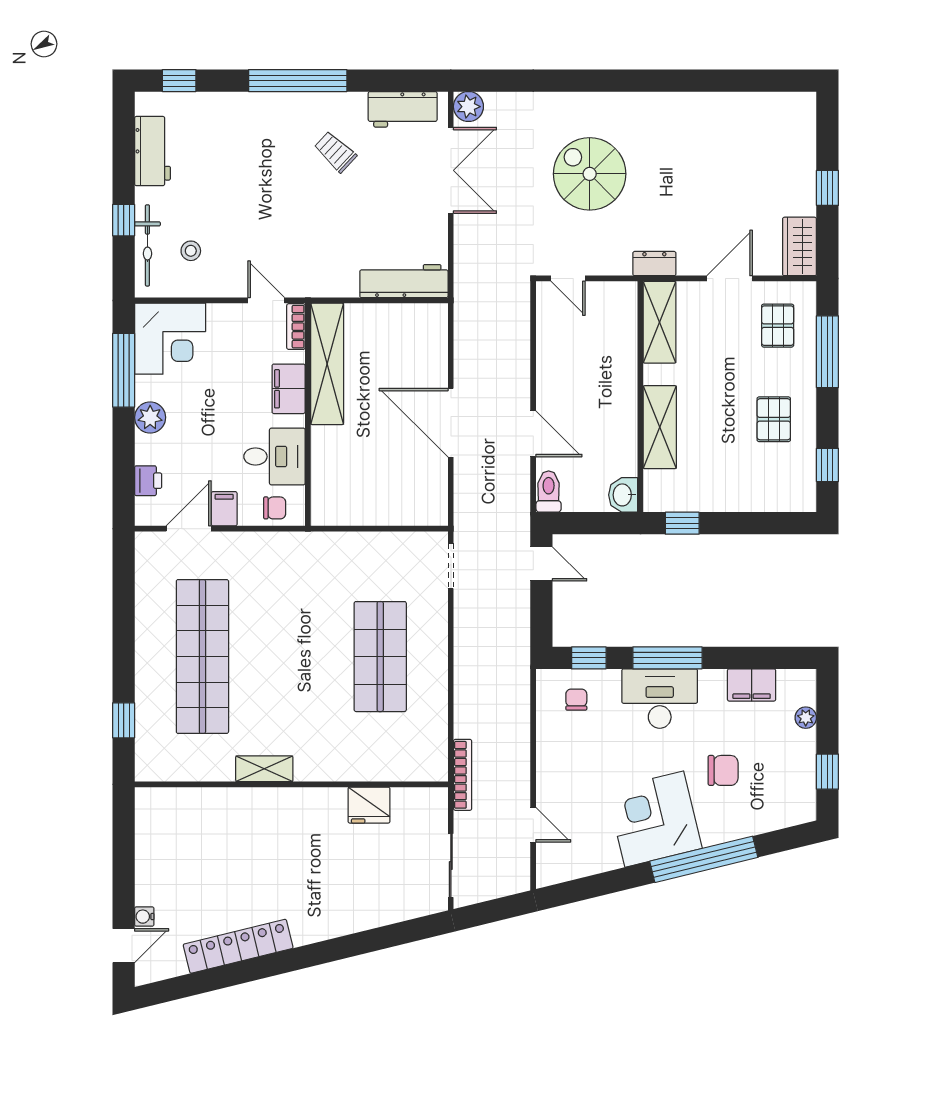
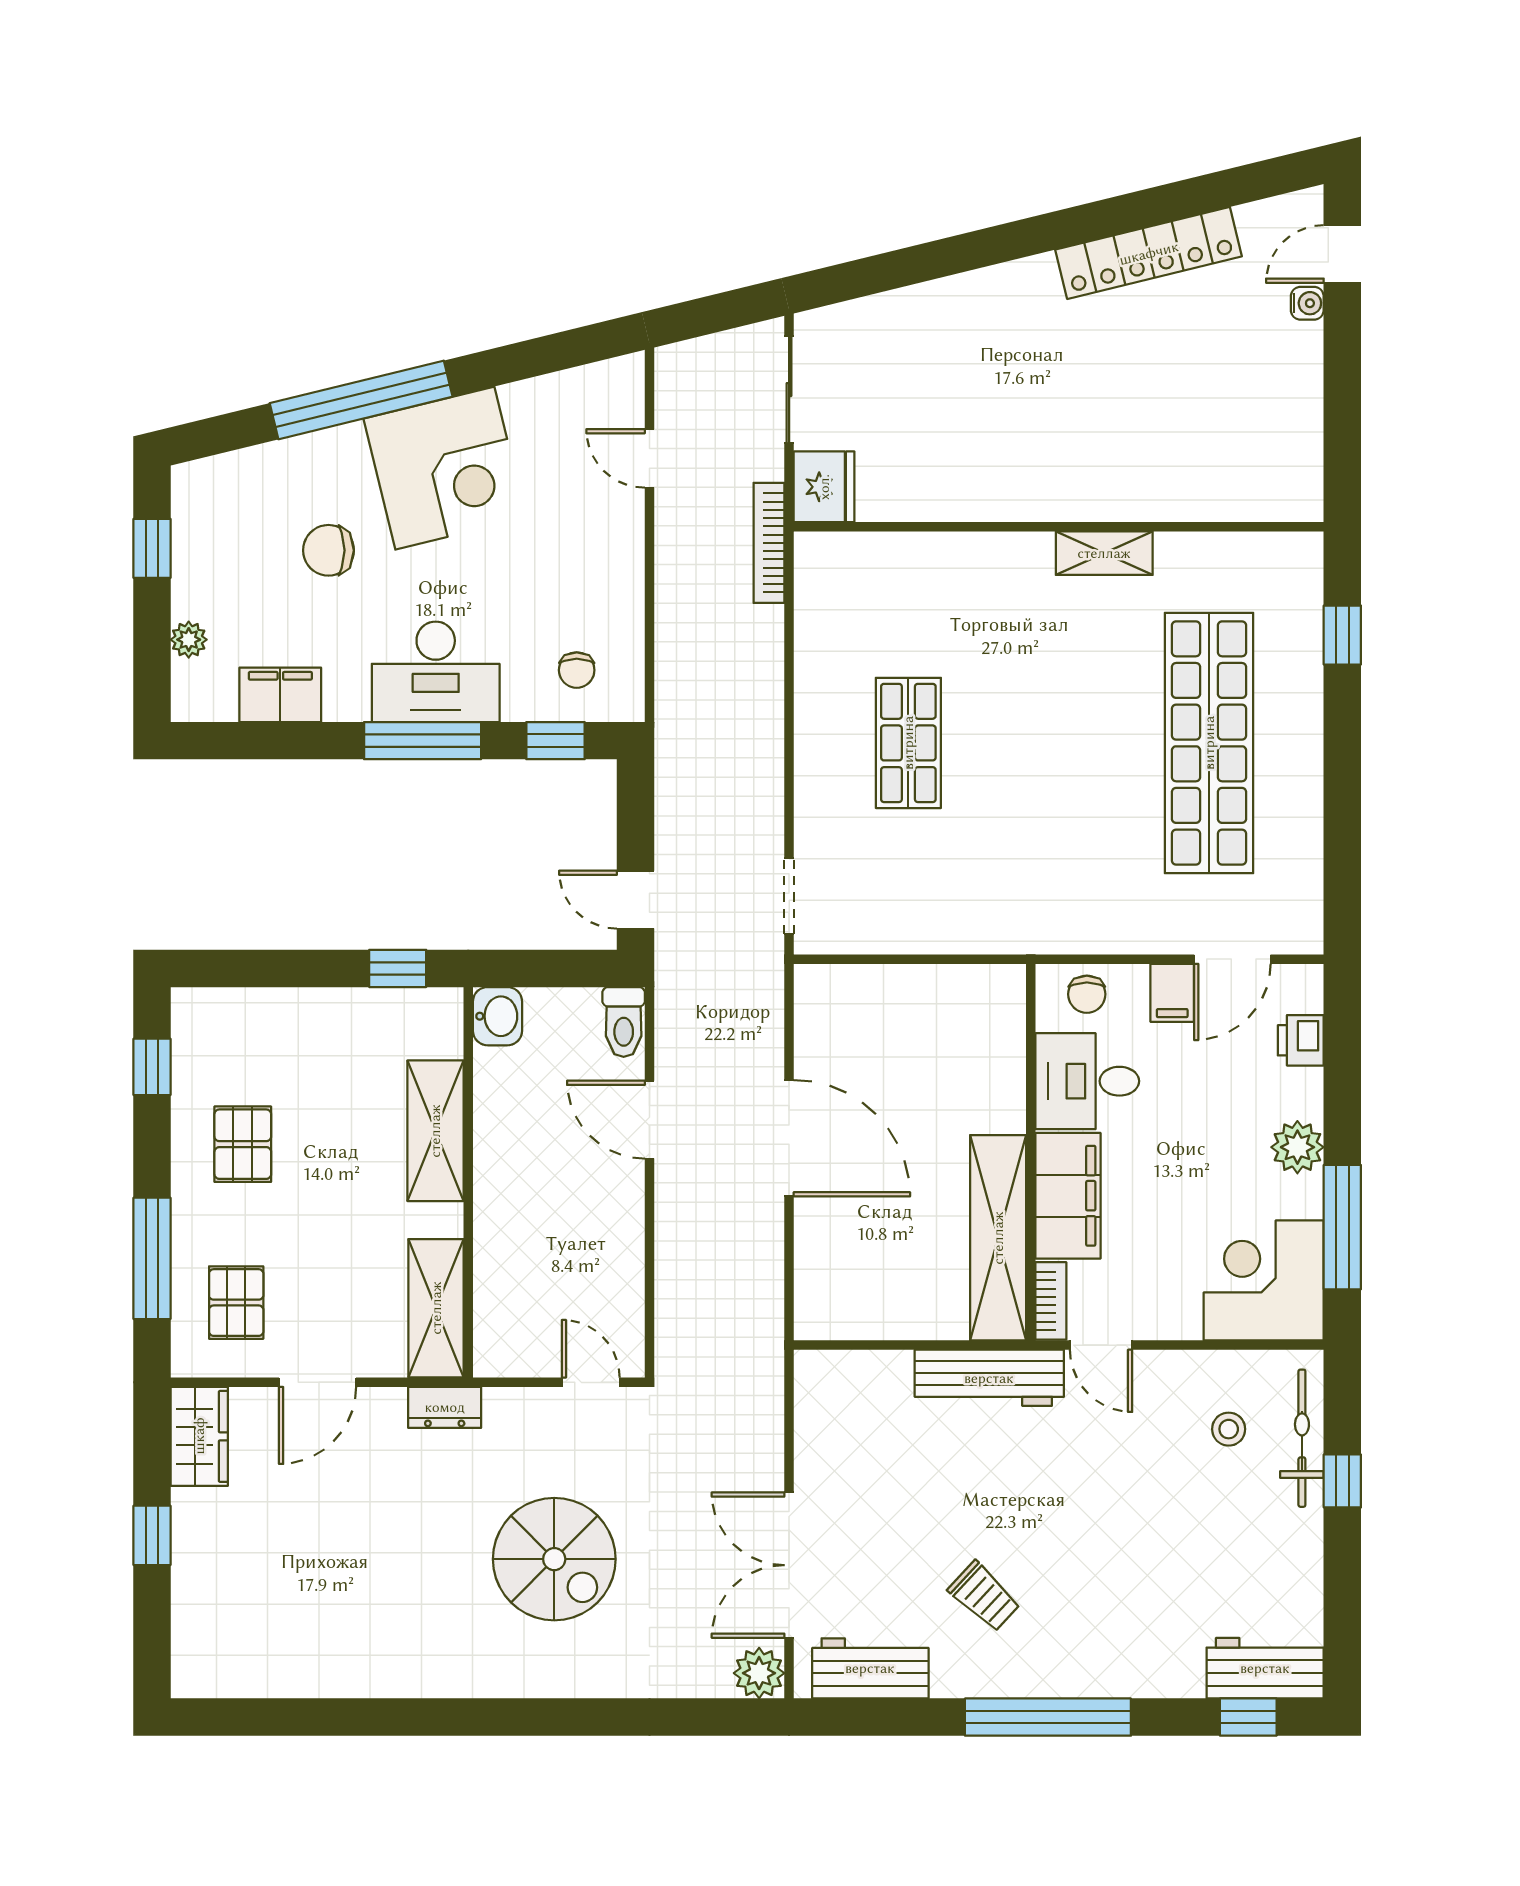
workbench: (152, 151) -> (1265, 1668), moved, turned 90
workbench: (404, 281) -> (989, 1378), moved
filing cabinet: (289, 389) -> (1068, 1196), width x1.50, depth x1.17
chair: (275, 508) -> (1087, 994), turned -90
shop shelf: (380, 657) -> (908, 743), width x0.70, depth x0.74
fridge: (369, 805) -> (824, 487), moved, turned 90

